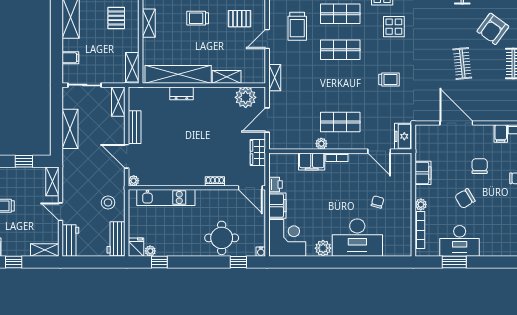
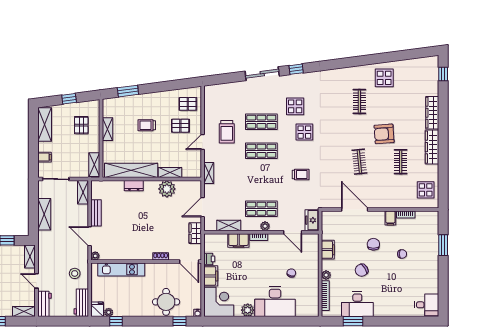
armchair: (493, 29) -> (384, 134), turned 50
plant: (246, 97) -> (167, 189), moved
shelving: (300, 143) -> (229, 225), added
plant: (321, 144) -> (265, 226), moved

